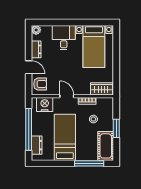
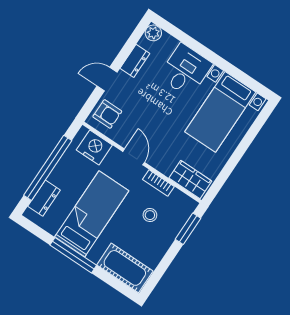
door: (29, 67) -> (107, 79), swing flipped
window: (116, 128) -> (188, 229), moved
cot: (106, 146) -> (125, 268), moved, turned 90
window: (89, 163) -> (73, 255), moved

